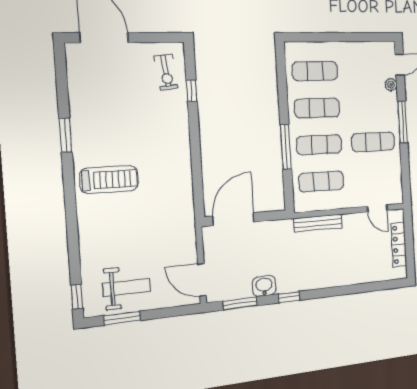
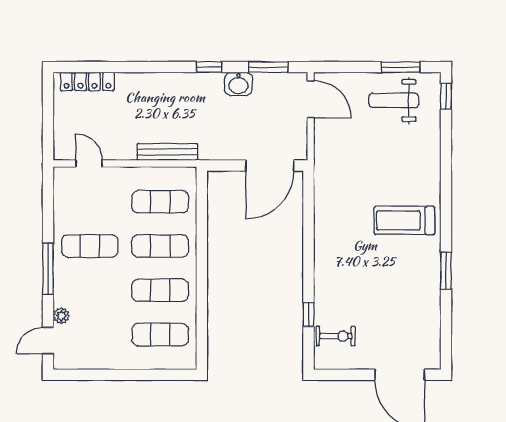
exercise bike: (166, 72) -> (336, 336), turned 97
window: (286, 147) -> (202, 246), removed
locker: (399, 245) -> (87, 81), moved, turned 90

